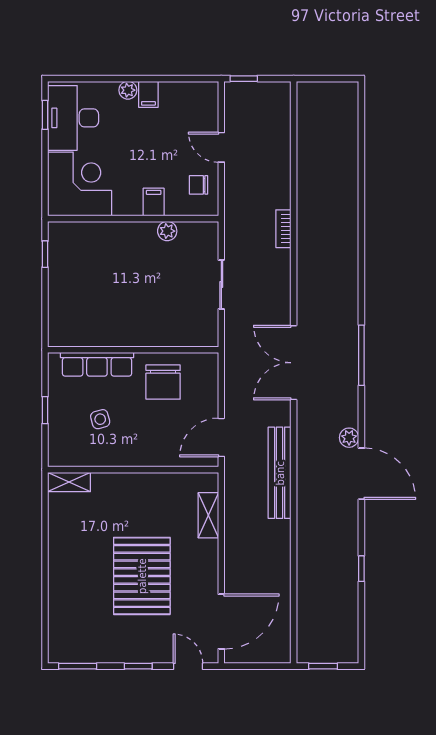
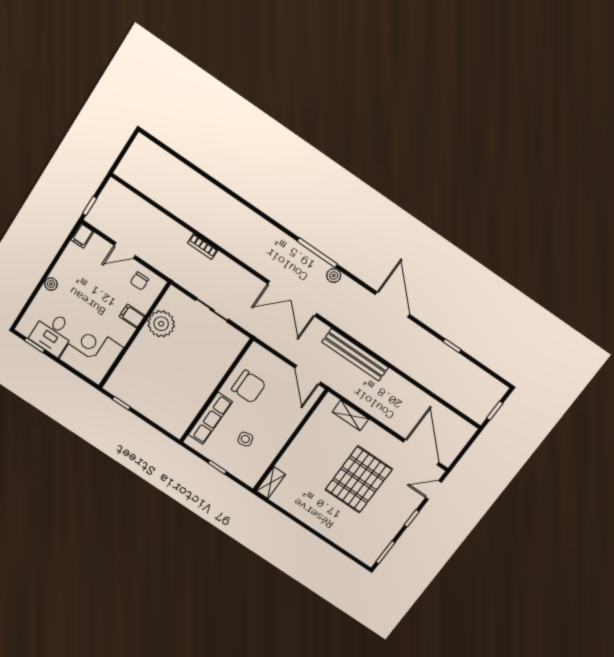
filing cabinet: (148, 94) -> (82, 236), moved, turned 90
desk: (73, 118) -> (53, 333), width x0.73
plant: (167, 231) -> (161, 324), width x1.88, depth x1.88
plant: (349, 438) -> (334, 276), moved
door: (361, 474) -> (392, 305), hinge flipped
pallet: (142, 576) -> (359, 479), turned 90

